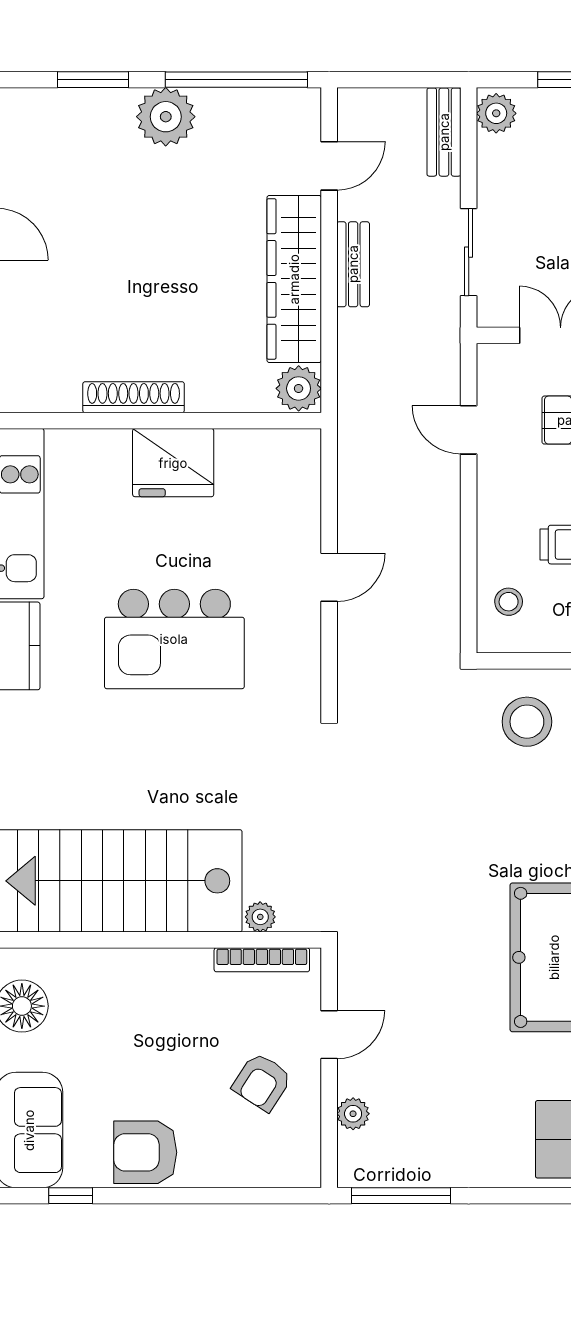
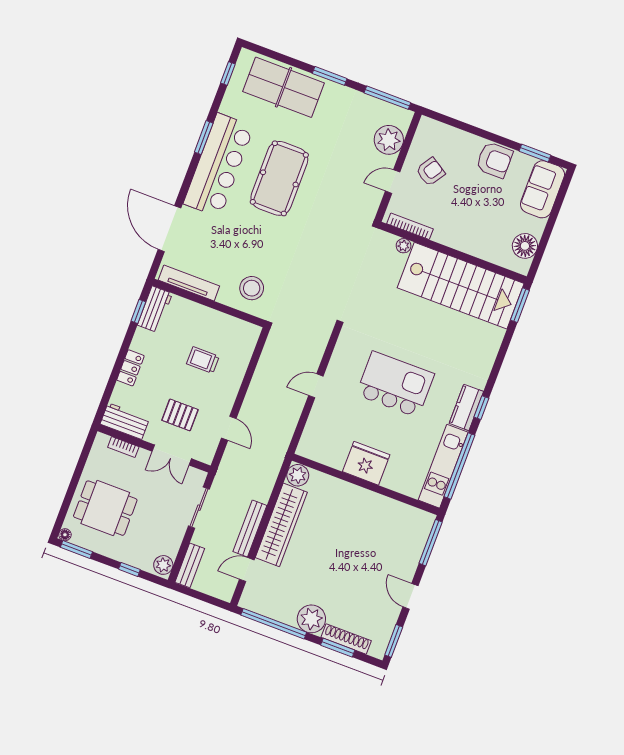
bench: (353, 264) -> (250, 528), width x1.36
shoe rack: (134, 397) -> (346, 639), moved, turned 180
stool: (509, 602) -> (240, 345), removed
plant: (353, 1114) -> (389, 140), width x1.88, depth x1.88
window: (71, 1196) -> (535, 153), width x1.50
window: (530, 1196) -> (330, 76), added

